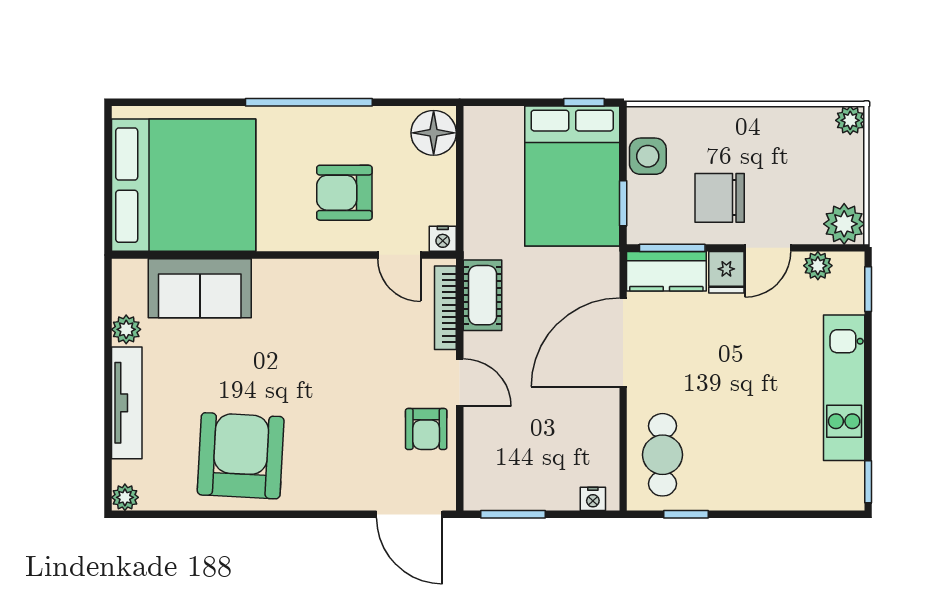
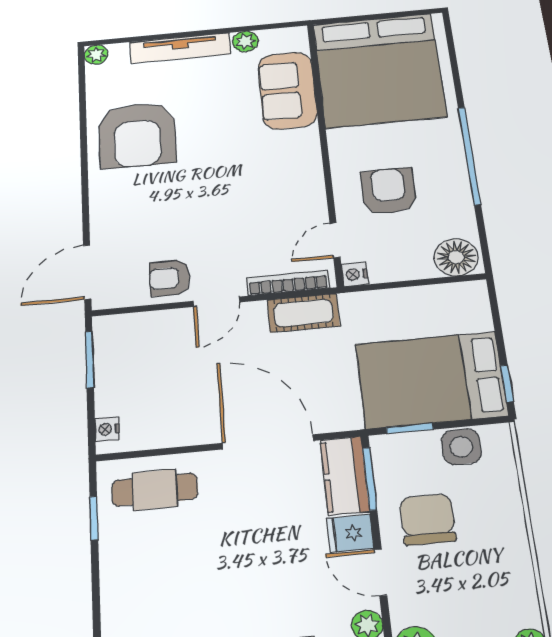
armchair: (241, 456) -> (137, 135), turned 87

